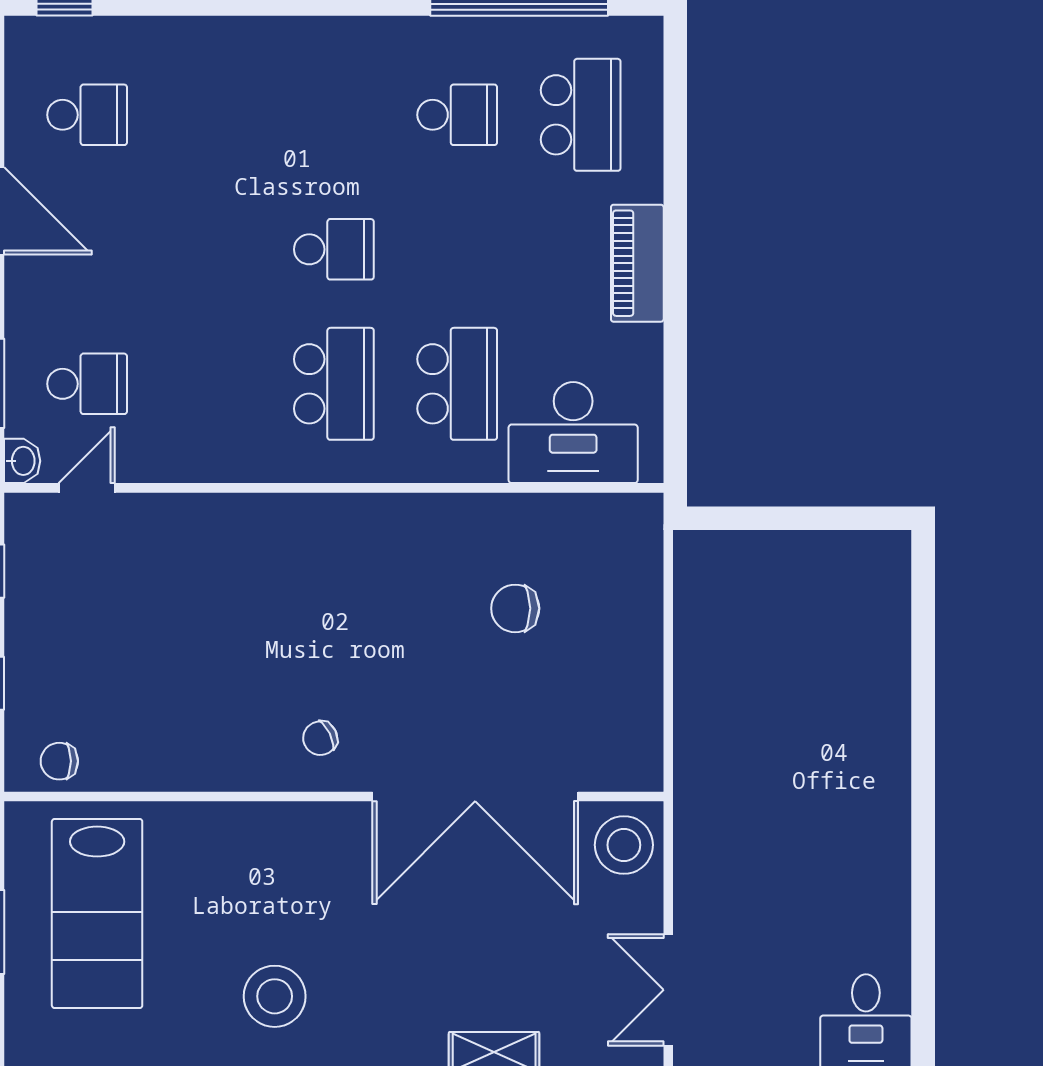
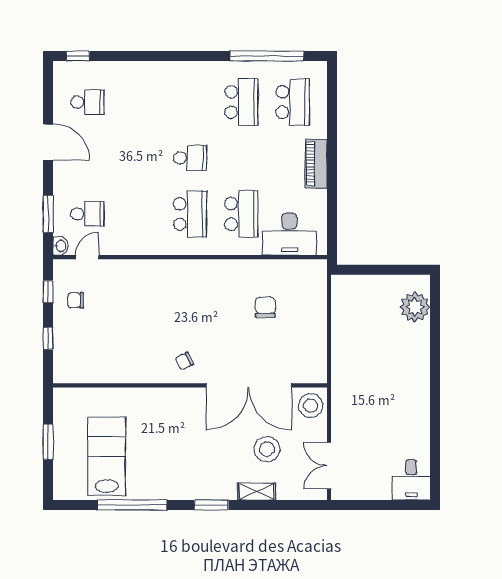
school desk: (457, 115) -> (241, 102), width x1.85
chair: (515, 608) -> (265, 307), turned 90
plant: (875, 608) -> (415, 307), added
chair: (59, 761) -> (76, 300), moved
lab bench: (97, 914) -> (107, 456), moved, turned 180
stool: (275, 996) -> (267, 449), moved

